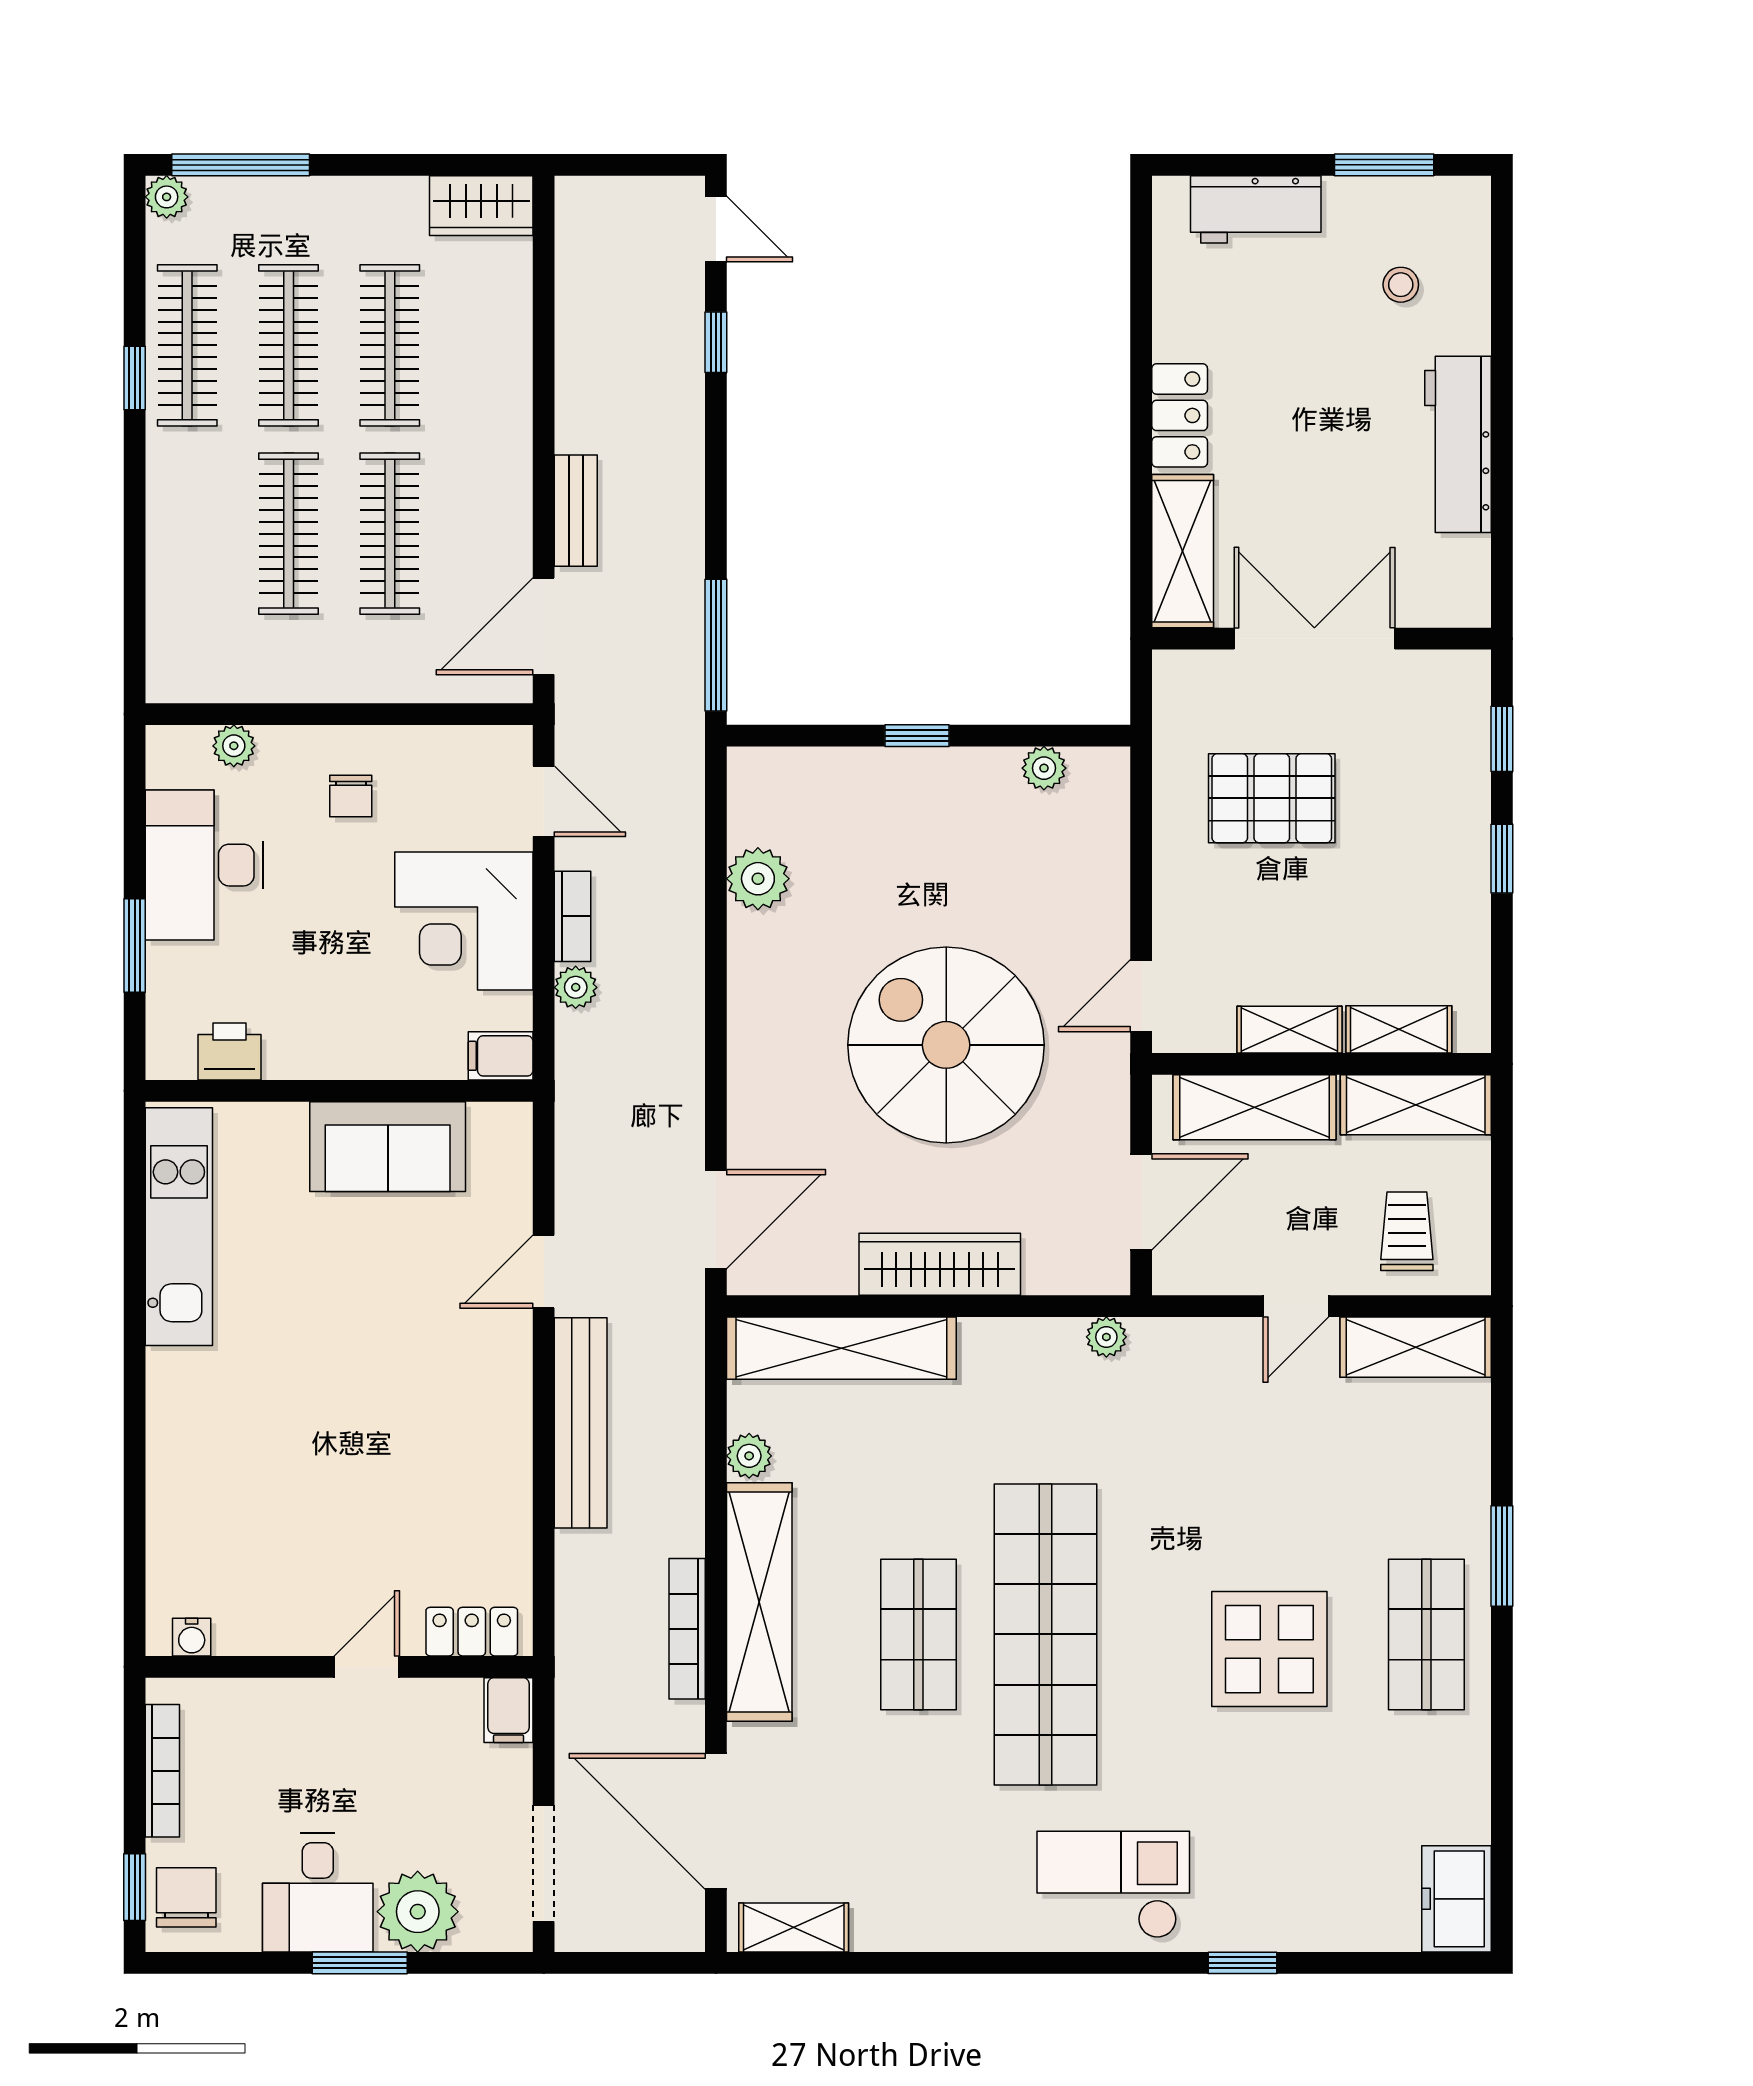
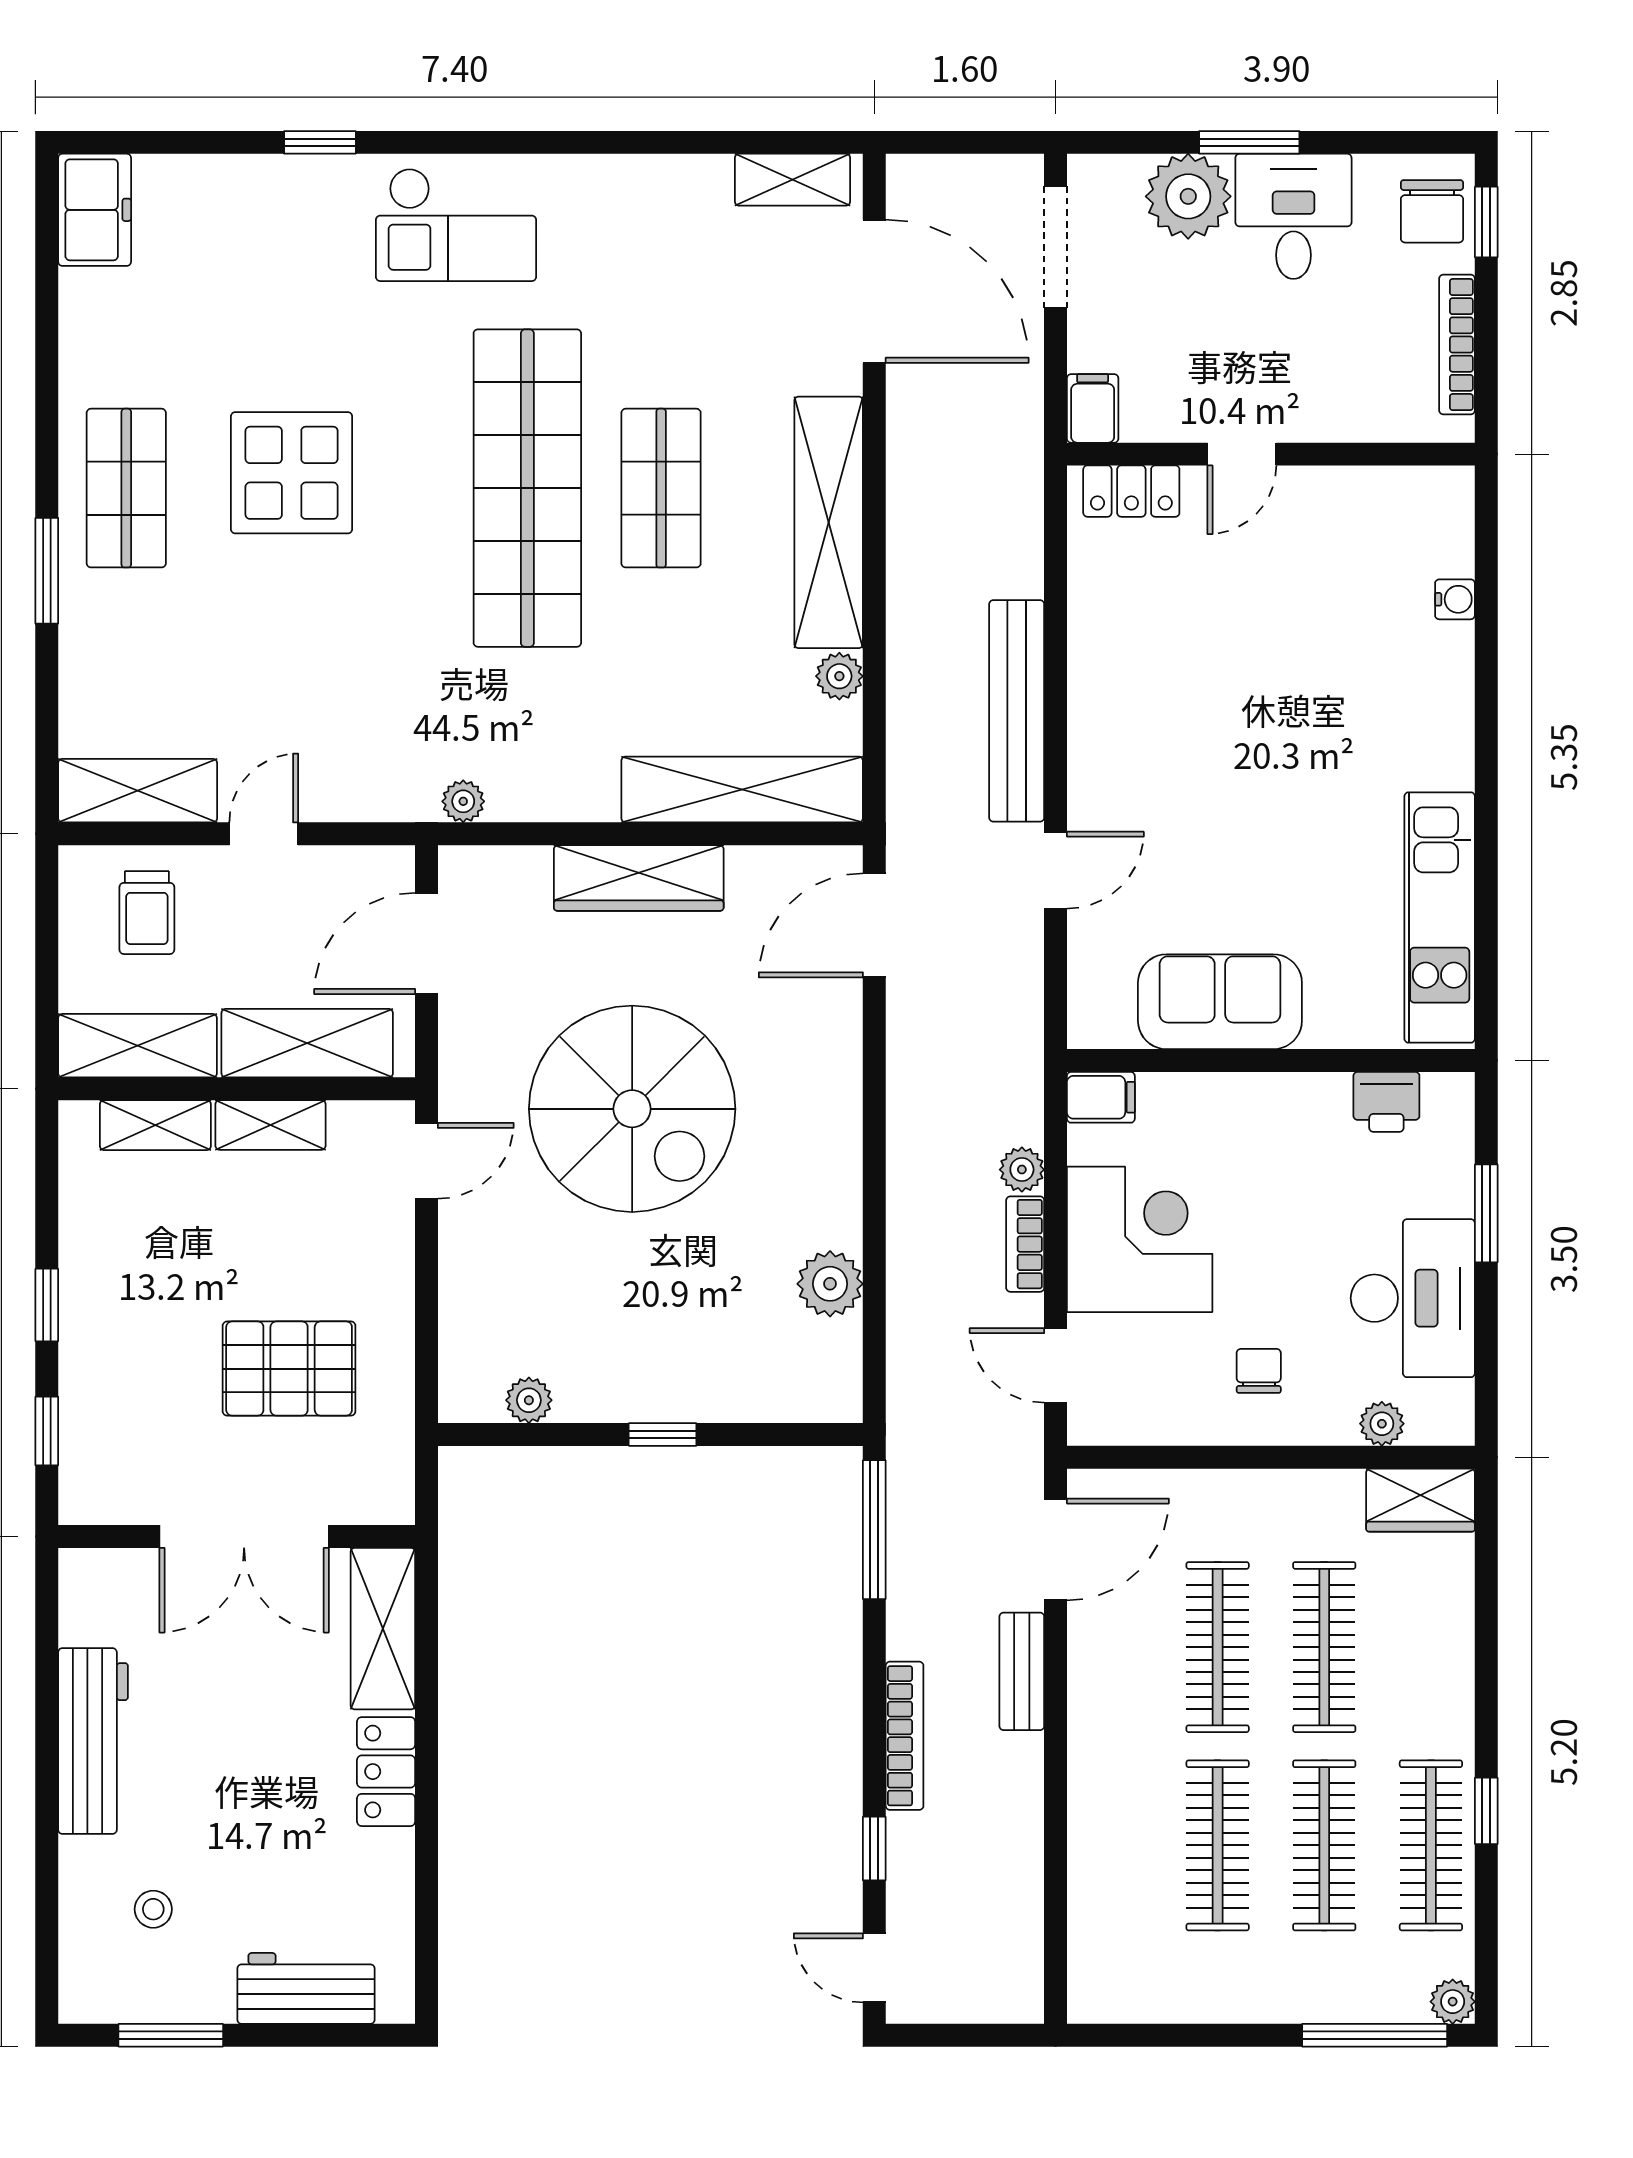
wardrobe: (481, 206) -> (1420, 1500), moved, turned 180
bookcase: (687, 1629) -> (905, 1736), moved
water cooler: (192, 1637) -> (1455, 599), moved, turned 90

